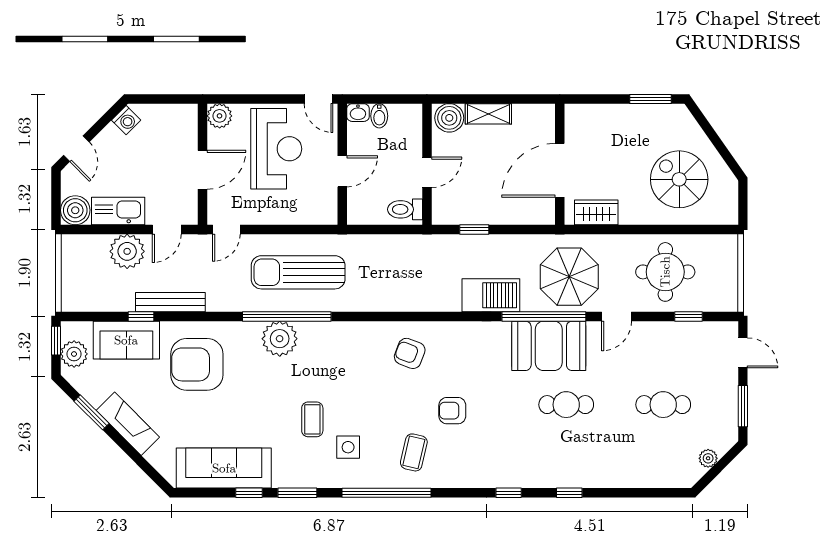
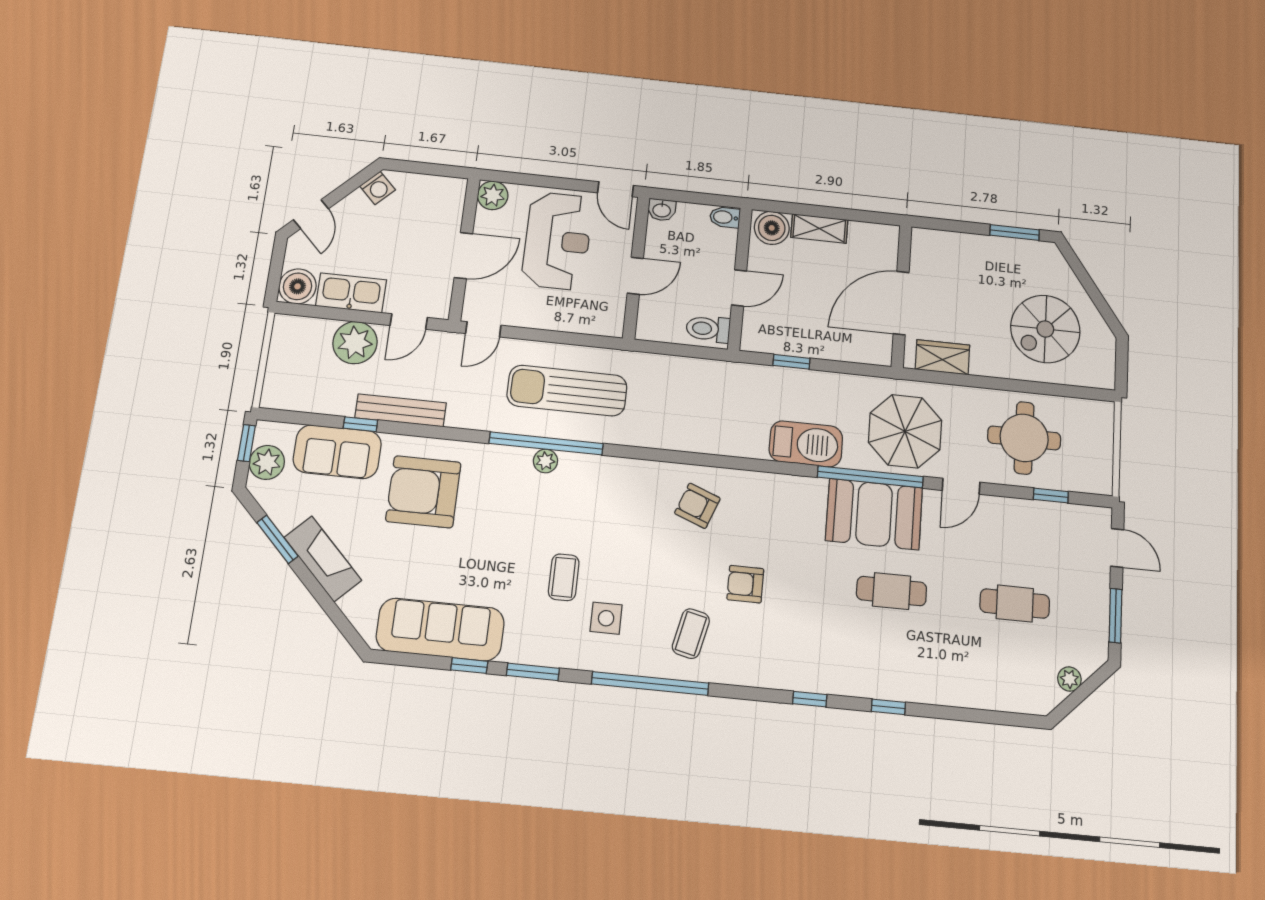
bidet: (379, 116) -> (725, 217), moved, turned 90
spiral stairs: (679, 179) -> (1045, 329), turned -90
plant: (280, 339) -> (545, 461), width x0.53, depth x0.53

